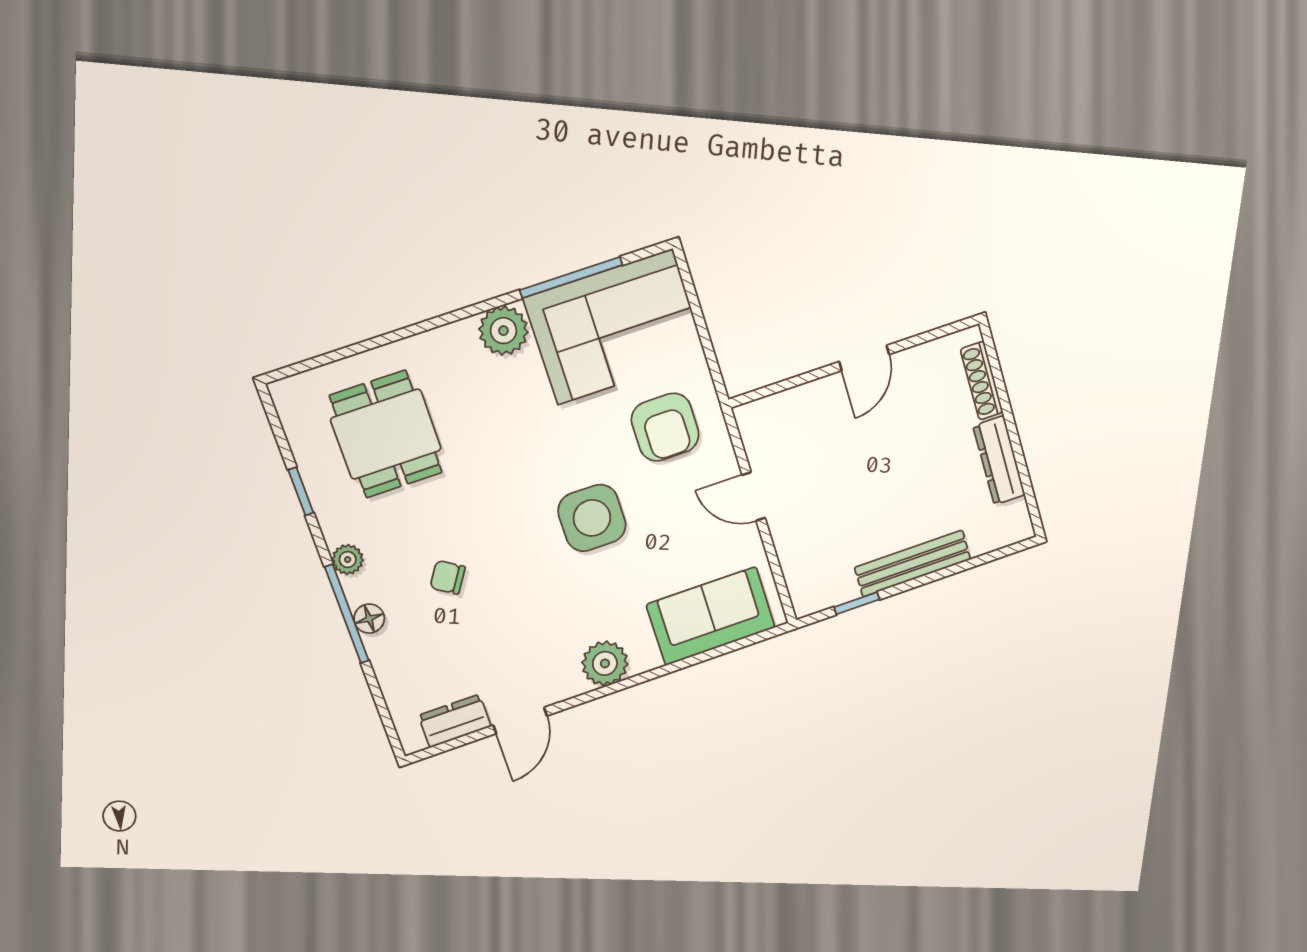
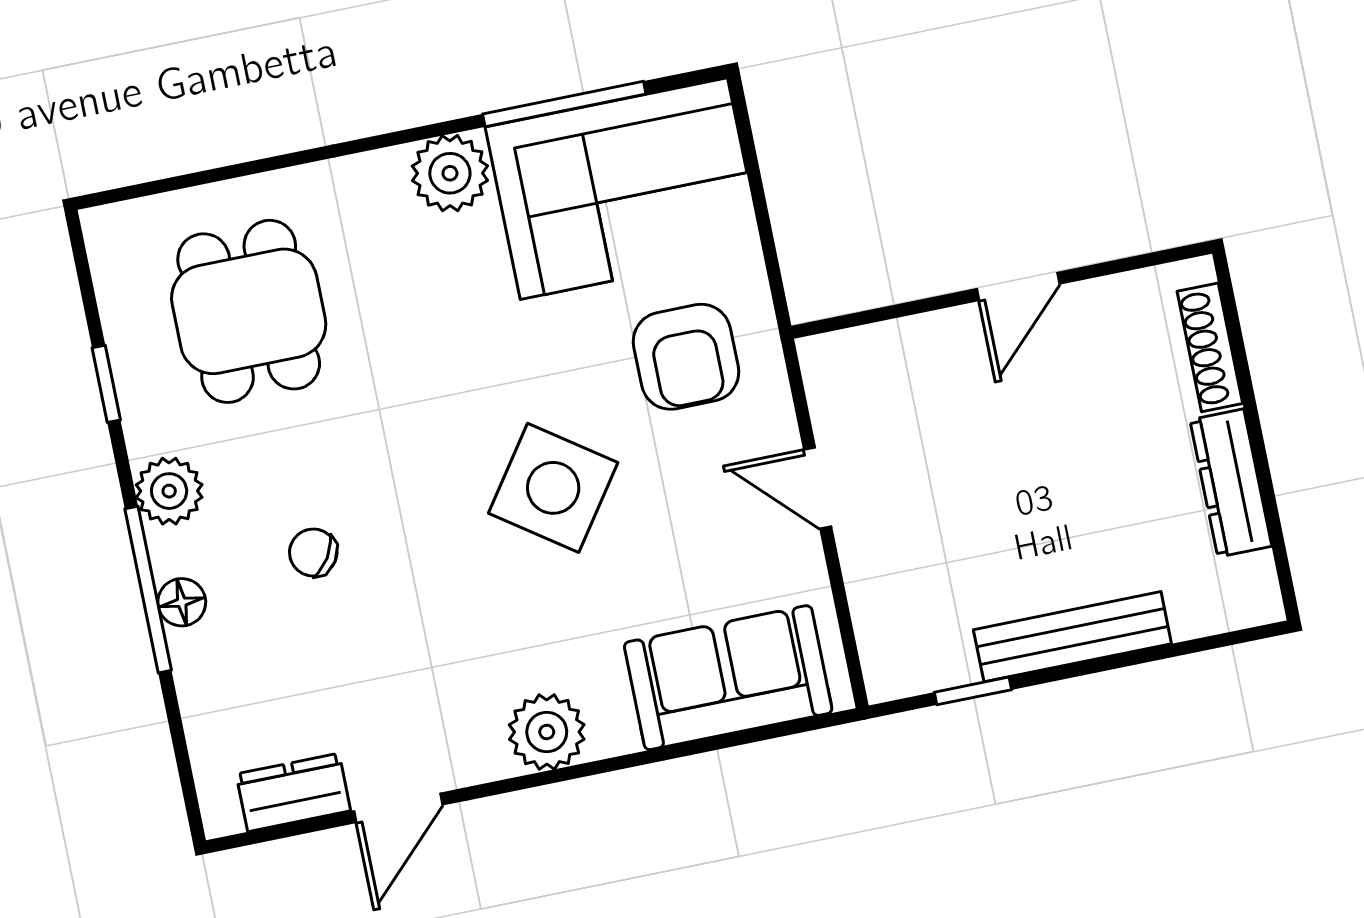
side table: (592, 518) -> (553, 488), turned 35
plant: (348, 560) -> (169, 491), width x1.38, depth x1.38

